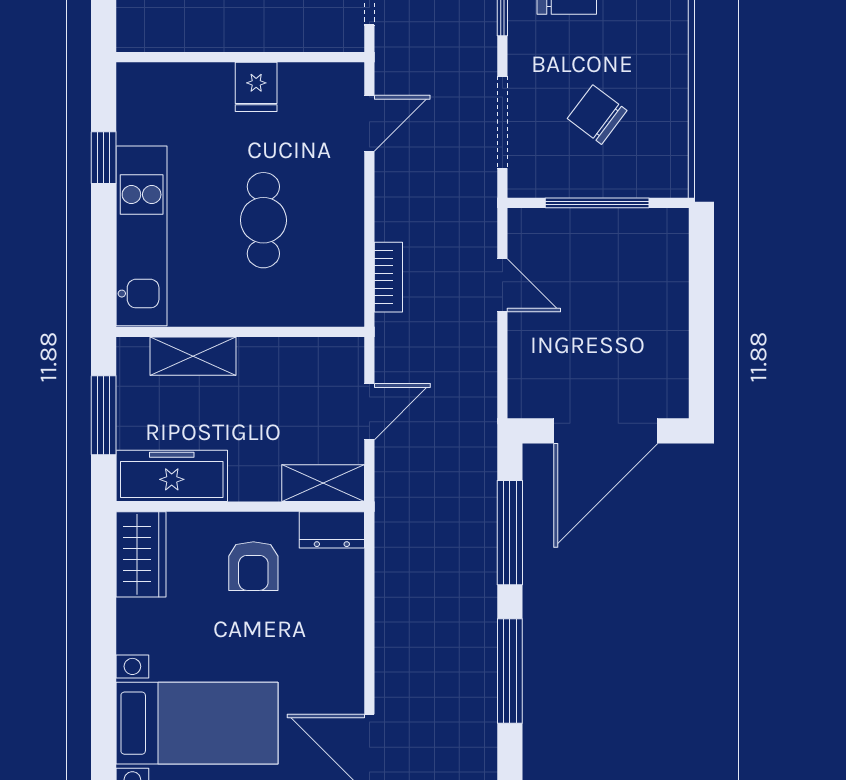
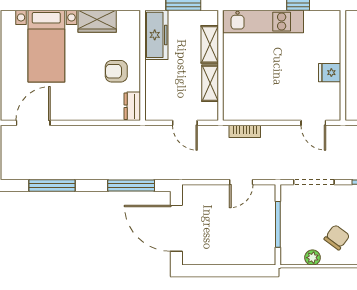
chair: (597, 115) -> (337, 237), moved
plant: (672, 125) -> (312, 258), added
cafe table: (263, 220) -> (270, 76), removed
shelving: (323, 483) -> (210, 83), moved
wardrobe: (141, 554) -> (97, 21), moved
window: (510, 671) -> (52, 186), moved

